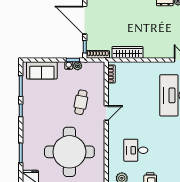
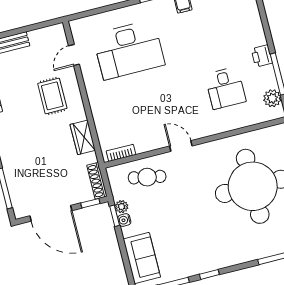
door: (85, 20) -> (51, 213), hinge flipped
rug: (158, 40) -> (52, 96), added
wardrobe: (127, 52) -> (83, 137), width x0.67
cafe table: (81, 102) -> (147, 177), moved

